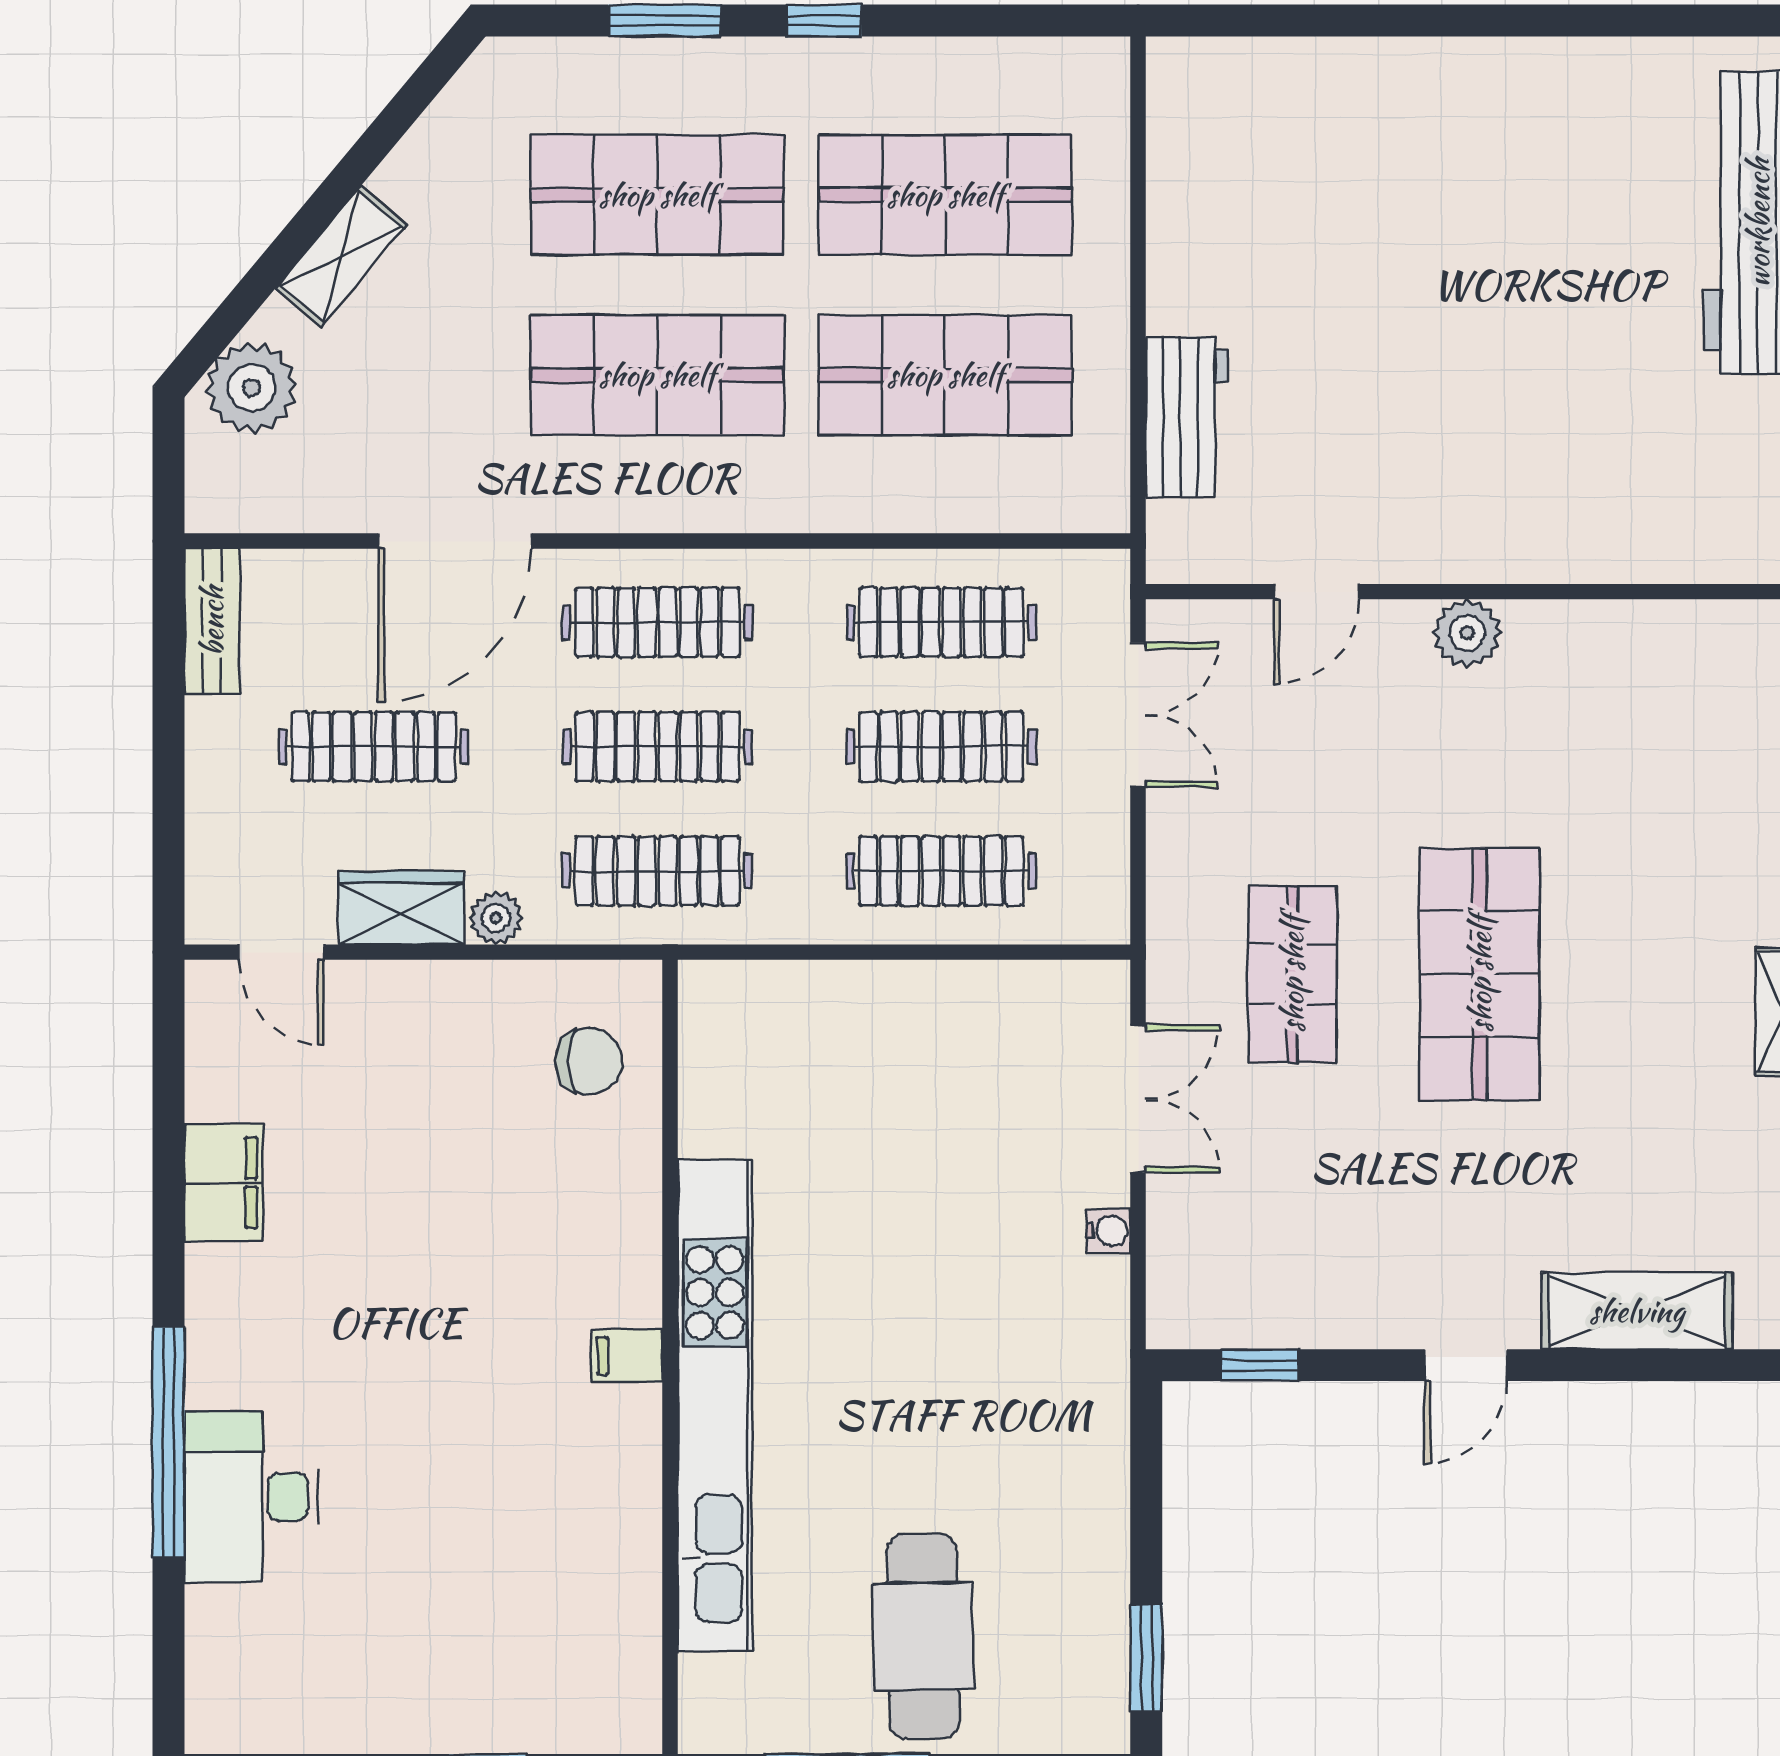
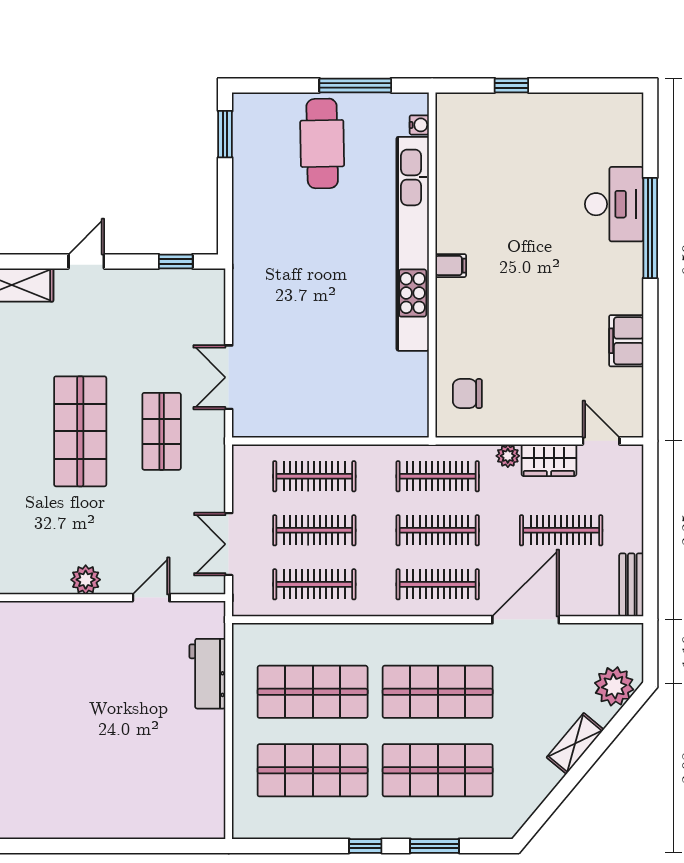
water cooler: (1108, 1231) -> (419, 125), moved, turned 180

